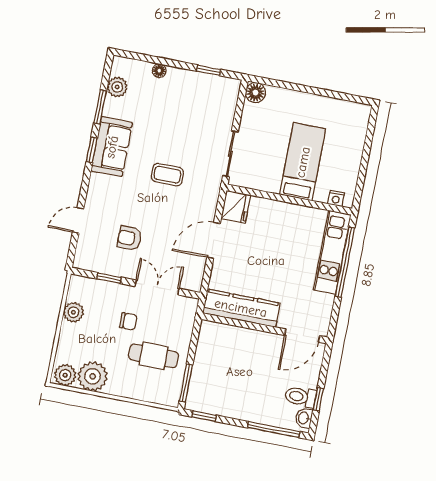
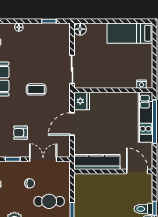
bed: (303, 162) -> (130, 33), moved, turned -90
door: (302, 336) -> (137, 171), swing flipped

